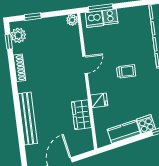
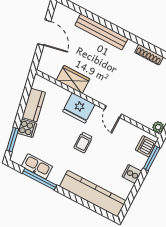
cooker: (110, 17) -> (132, 174), moved
fridge: (99, 100) -> (79, 108), width x1.88, depth x1.34

